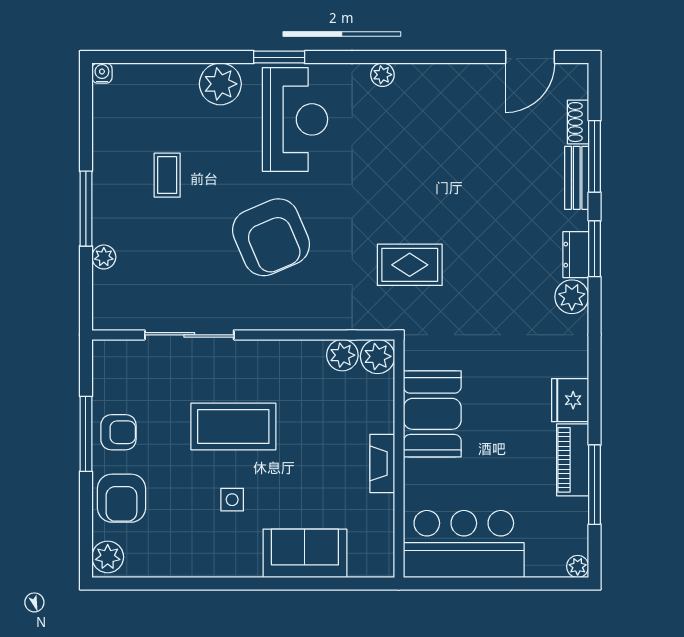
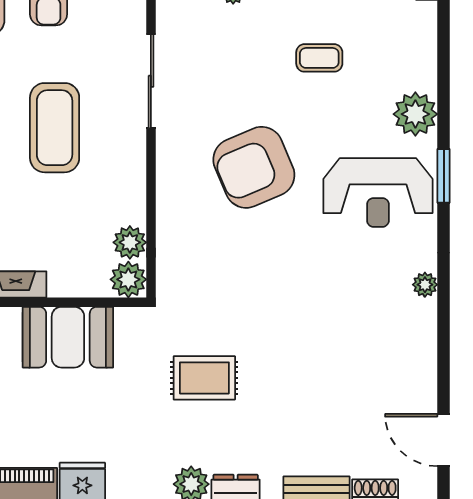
rug: (410, 265) -> (204, 378), moved, turned 90

